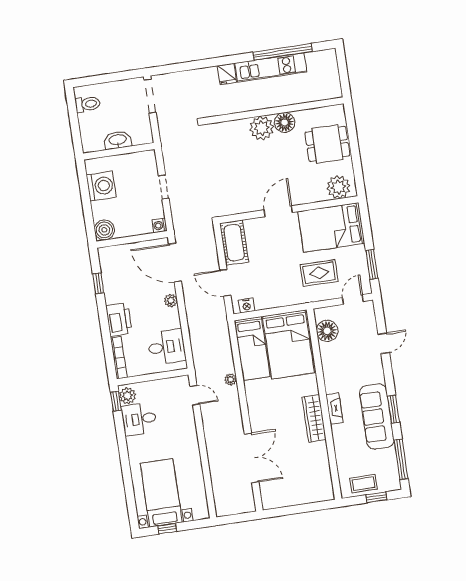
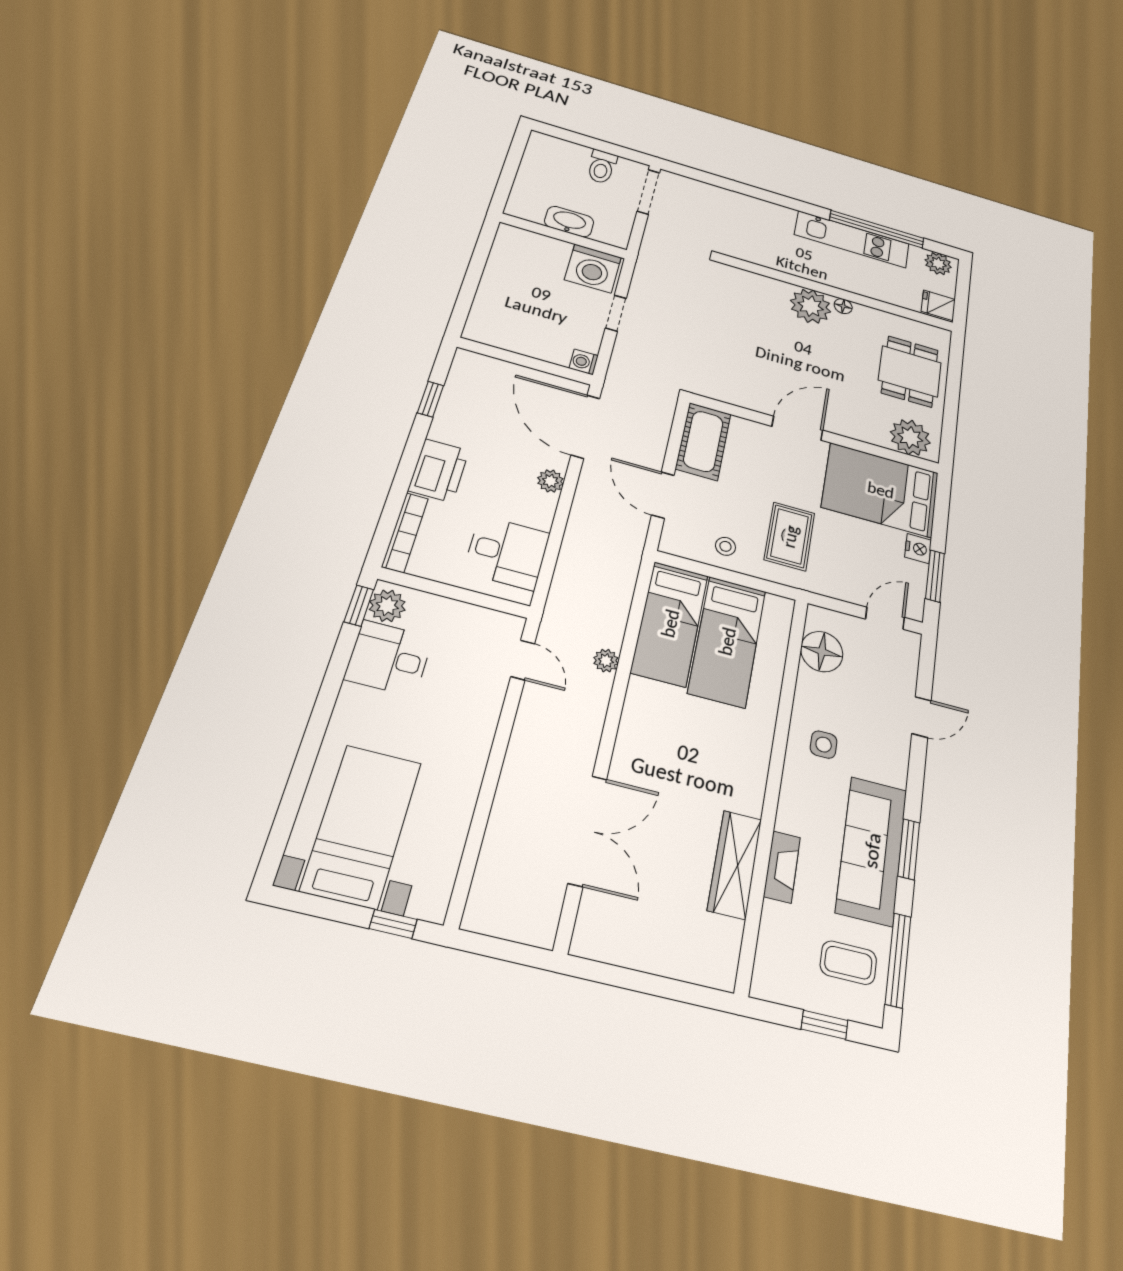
plant: (324, 58) -> (938, 264), added
fridge: (227, 74) -> (938, 305), moved, turned 90
toilet: (88, 104) -> (602, 167), moved, turned 90
floor lamp: (285, 122) -> (843, 306), width x0.53, depth x0.53
dining table: (327, 144) -> (910, 371), turned 90
washing machine: (101, 186) -> (593, 268), moved, turned 90
boiler: (104, 230) -> (484, 327), removed
rug: (319, 273) -> (790, 536), moved, turned 90
stool: (264, 297) -> (725, 546), added
nightstand: (247, 305) -> (918, 549), moved, turned -90
bed: (289, 345) -> (727, 641), width x0.67
side table: (341, 377) -> (824, 745), added
fireplace: (334, 408) -> (782, 867), moved
wardrobe: (314, 418) -> (735, 864), moved
coffee table: (364, 484) -> (848, 963), moved
window: (167, 529) -> (393, 924), moved

